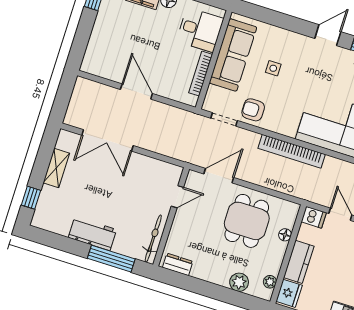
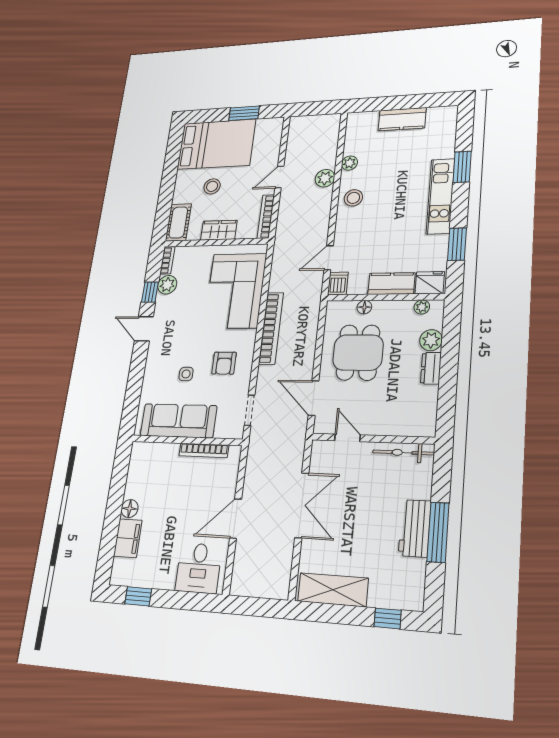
desk: (200, 30) -> (199, 568), moved, turned 180
armchair: (253, 110) -> (224, 363), moved
double door: (108, 140) -> (302, 505), moved
shelving: (56, 168) -> (333, 590), width x1.50, depth x1.33
dining table: (247, 221) -> (358, 353), turned 90
window: (111, 259) -> (438, 532), moved
dresser: (178, 264) -> (431, 368), moved

